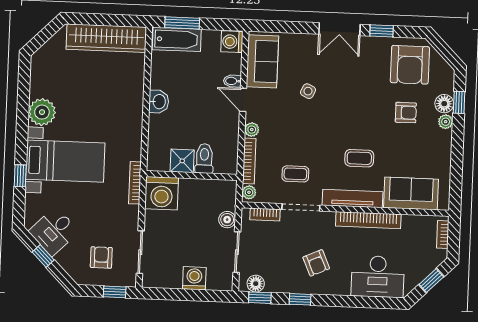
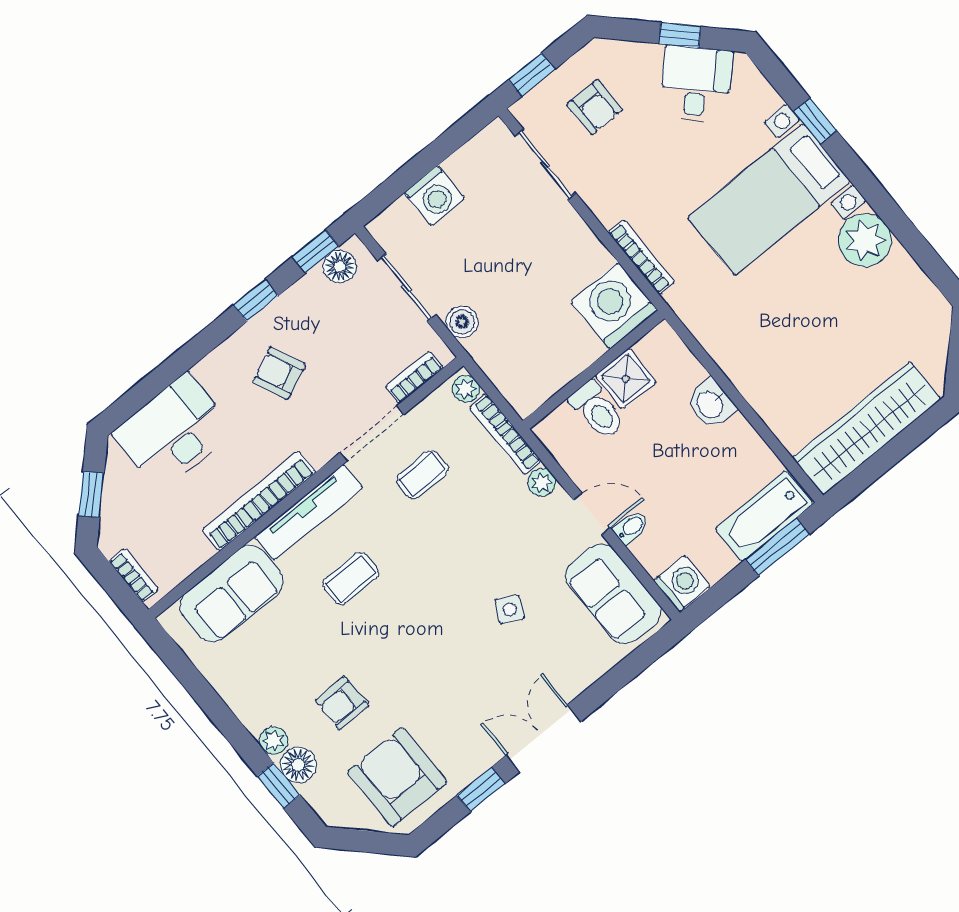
toilet: (204, 158) -> (597, 410), moved
shower: (182, 161) -> (626, 379), moved
wall: (192, 176) -> (594, 370), moved
washing machine: (162, 193) -> (614, 306), moved

